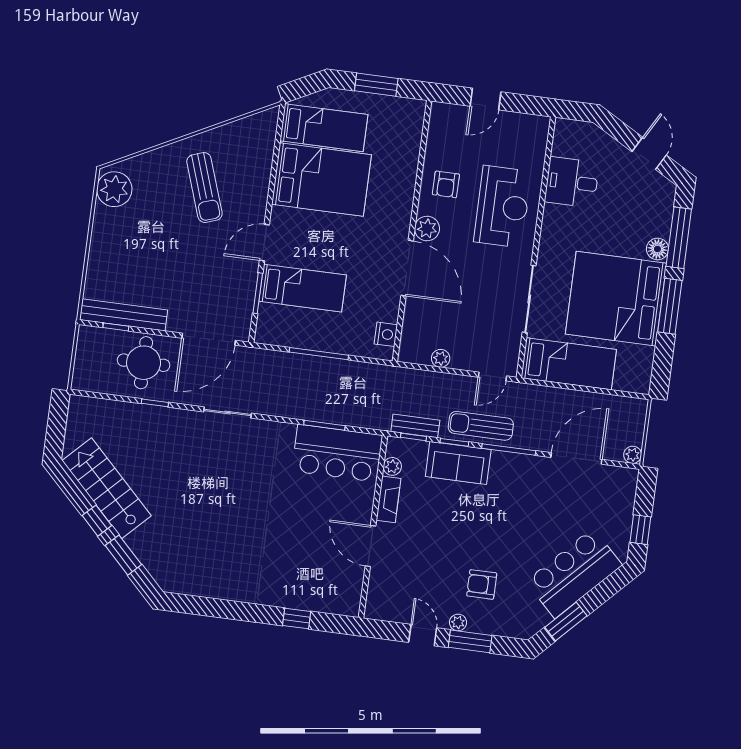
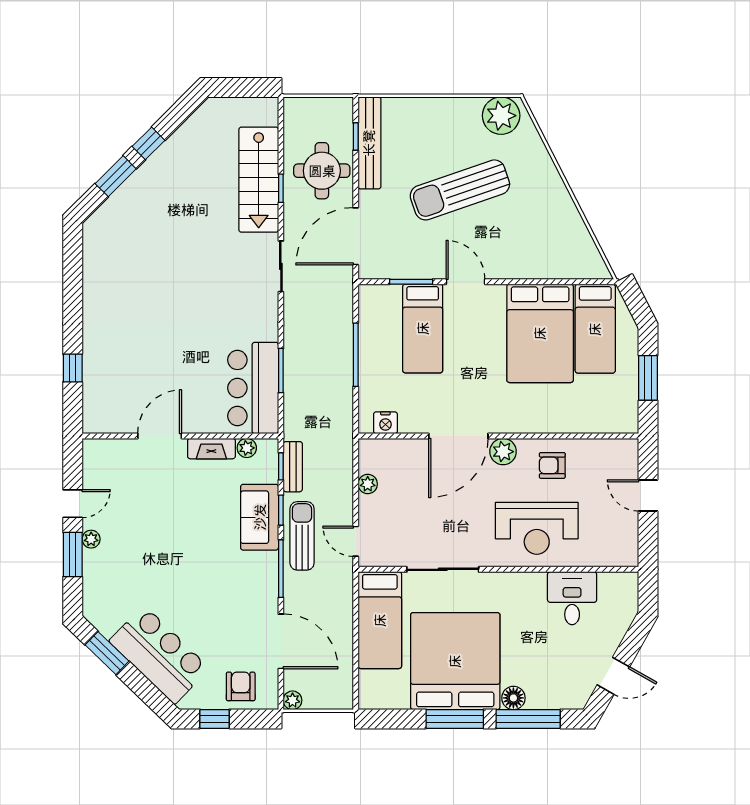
sun lounger: (204, 188) -> (460, 190), moved, width x1.36, depth x1.34
door: (209, 339) -> (356, 236), hinge flipped
stairs: (107, 488) -> (259, 180), moved, turned 135
armchair: (482, 584) -> (241, 686), moved

